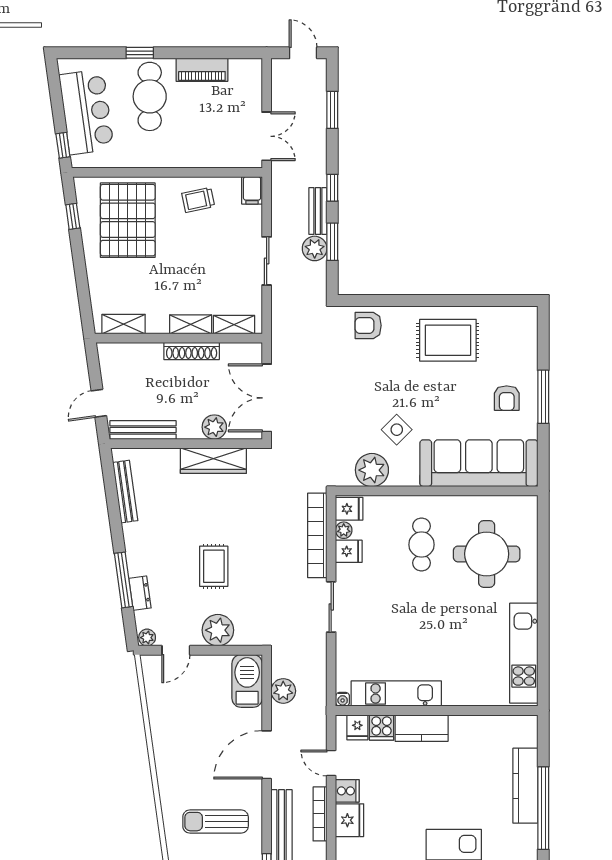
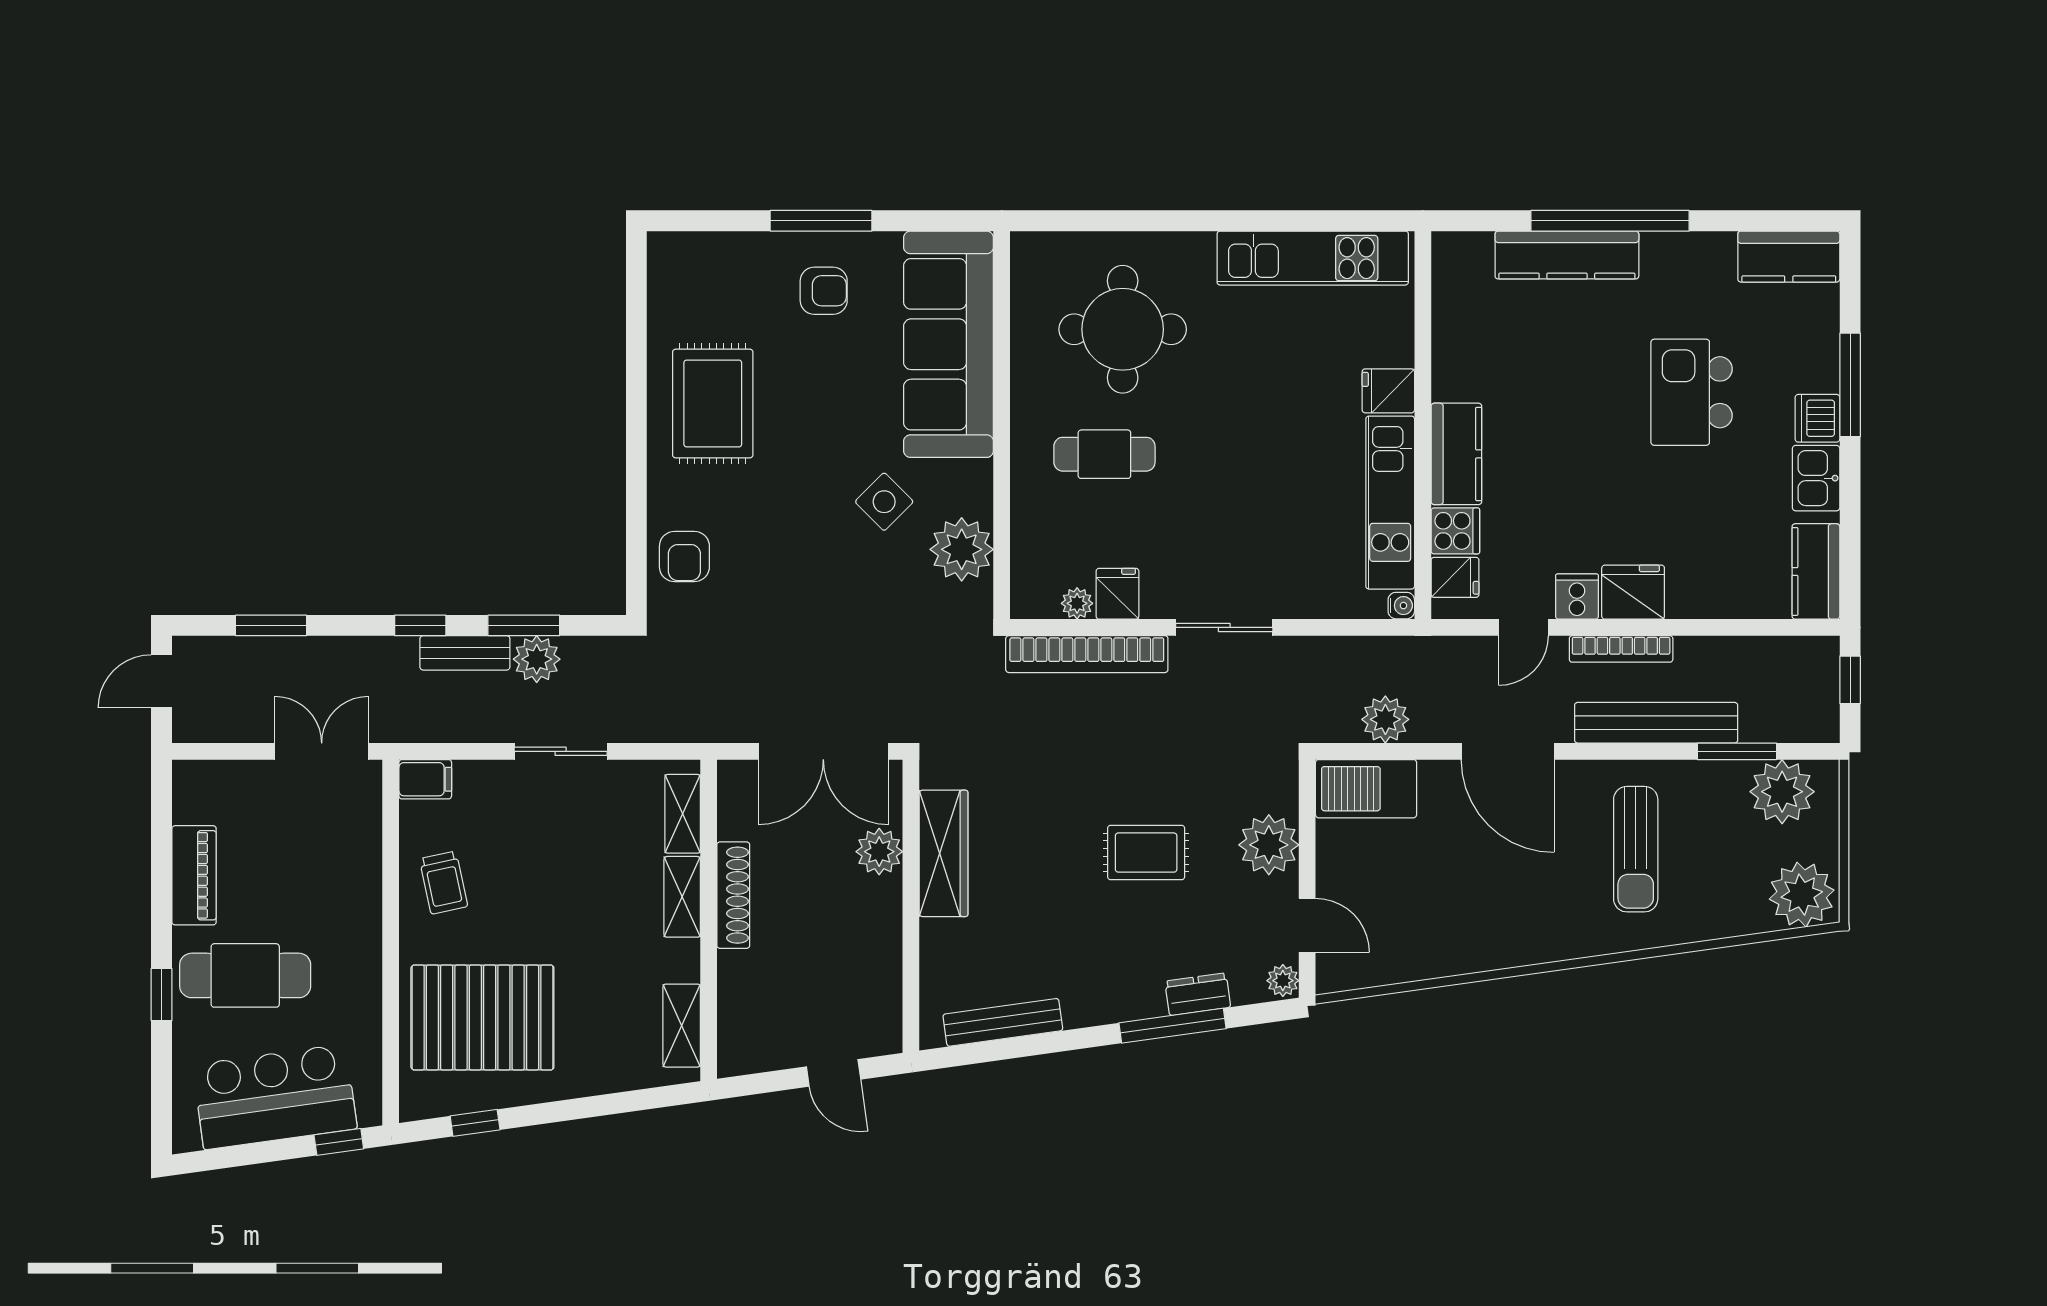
bench: (143, 430) -> (885, 988), removed
fridge: (349, 509) -> (1388, 391), moved, turned -90

